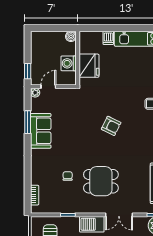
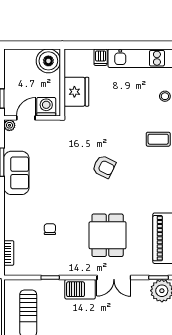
boiler: (71, 36) -> (48, 61), width x1.86, depth x1.86
washing machine: (69, 63) -> (46, 107), moved, turned 90
dining table: (101, 181) -> (108, 235), moved, turned 90

